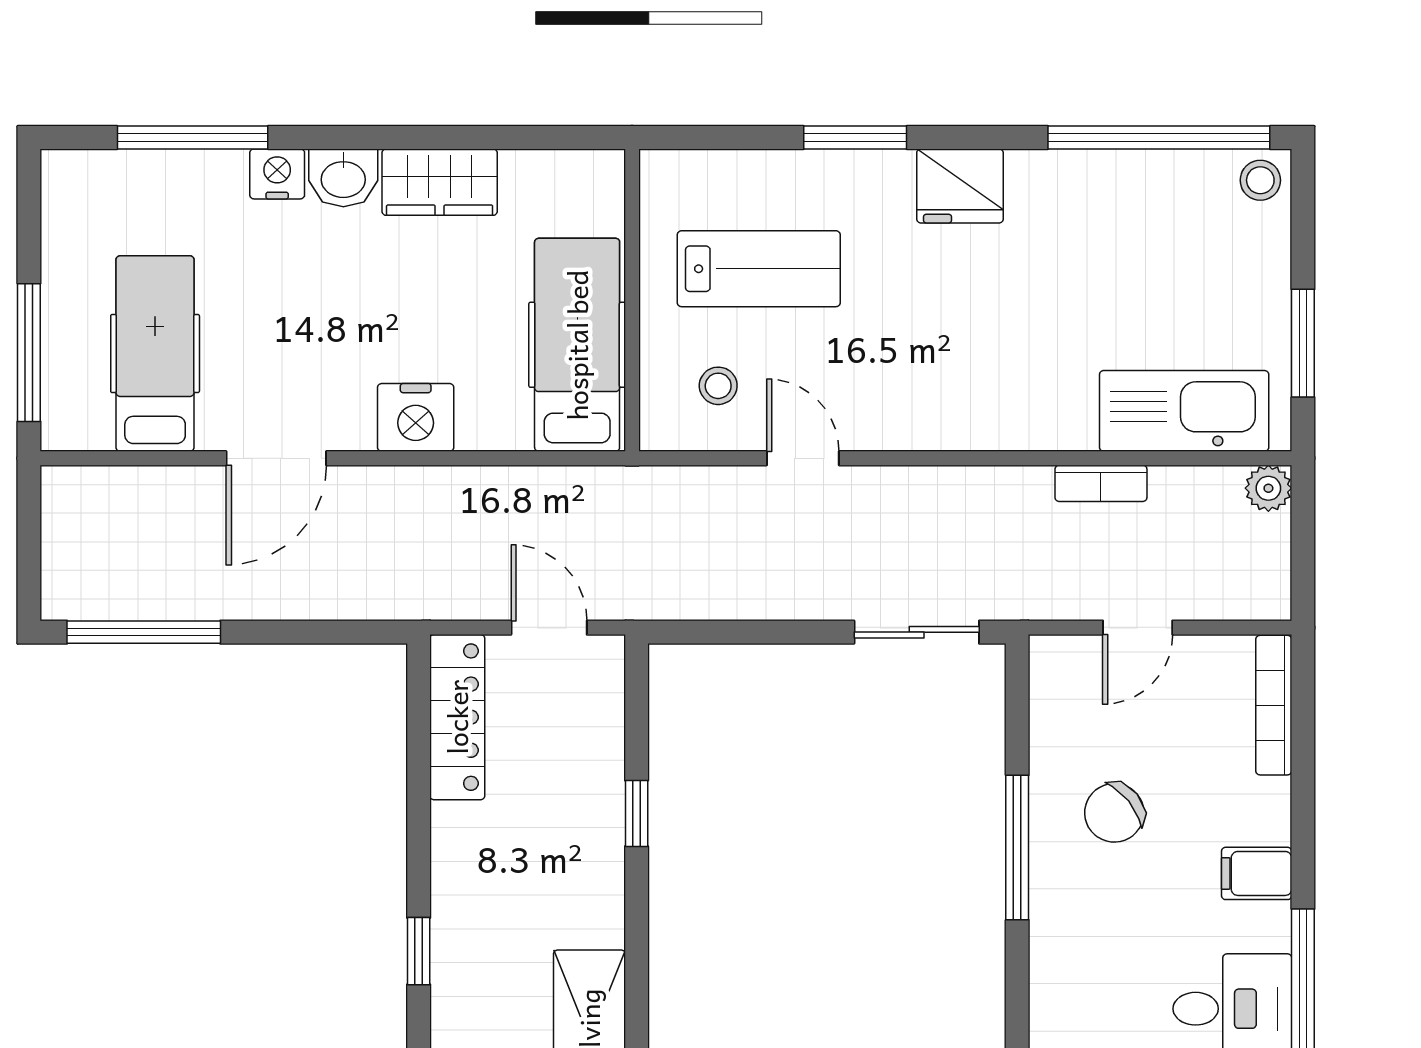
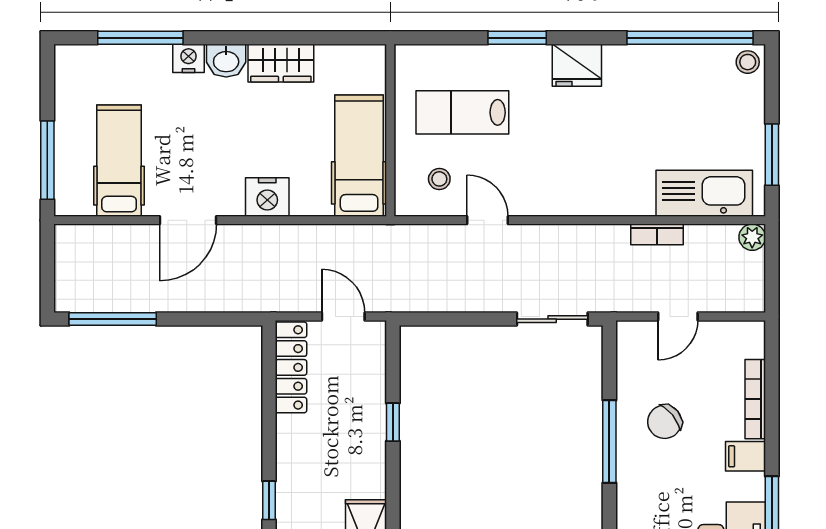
lab bench: (759, 269) -> (462, 112), turned 180
bookcase: (1274, 705) -> (755, 399), moved

